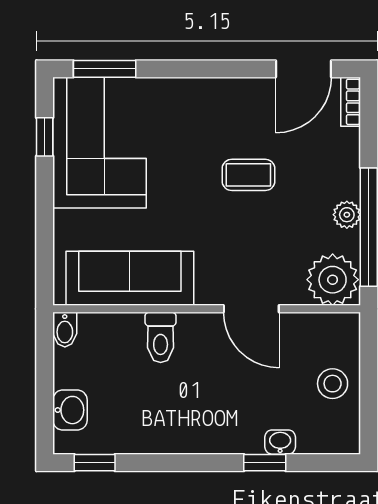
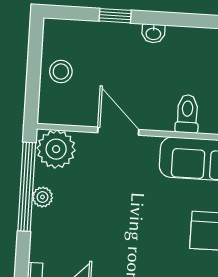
coffee table: (248, 175) -> (114, 231), removed
washbasin: (280, 442) -> (153, 33), moved

